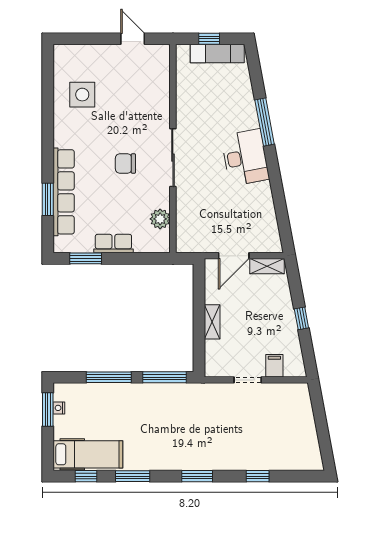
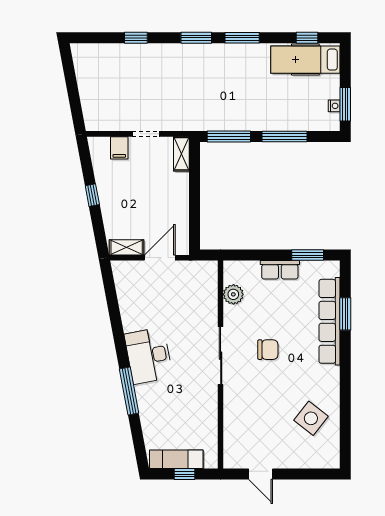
side table: (82, 95) -> (311, 418), turned 38
shelving: (212, 322) -> (181, 154), moved
window: (133, 476) -> (242, 38), moved

